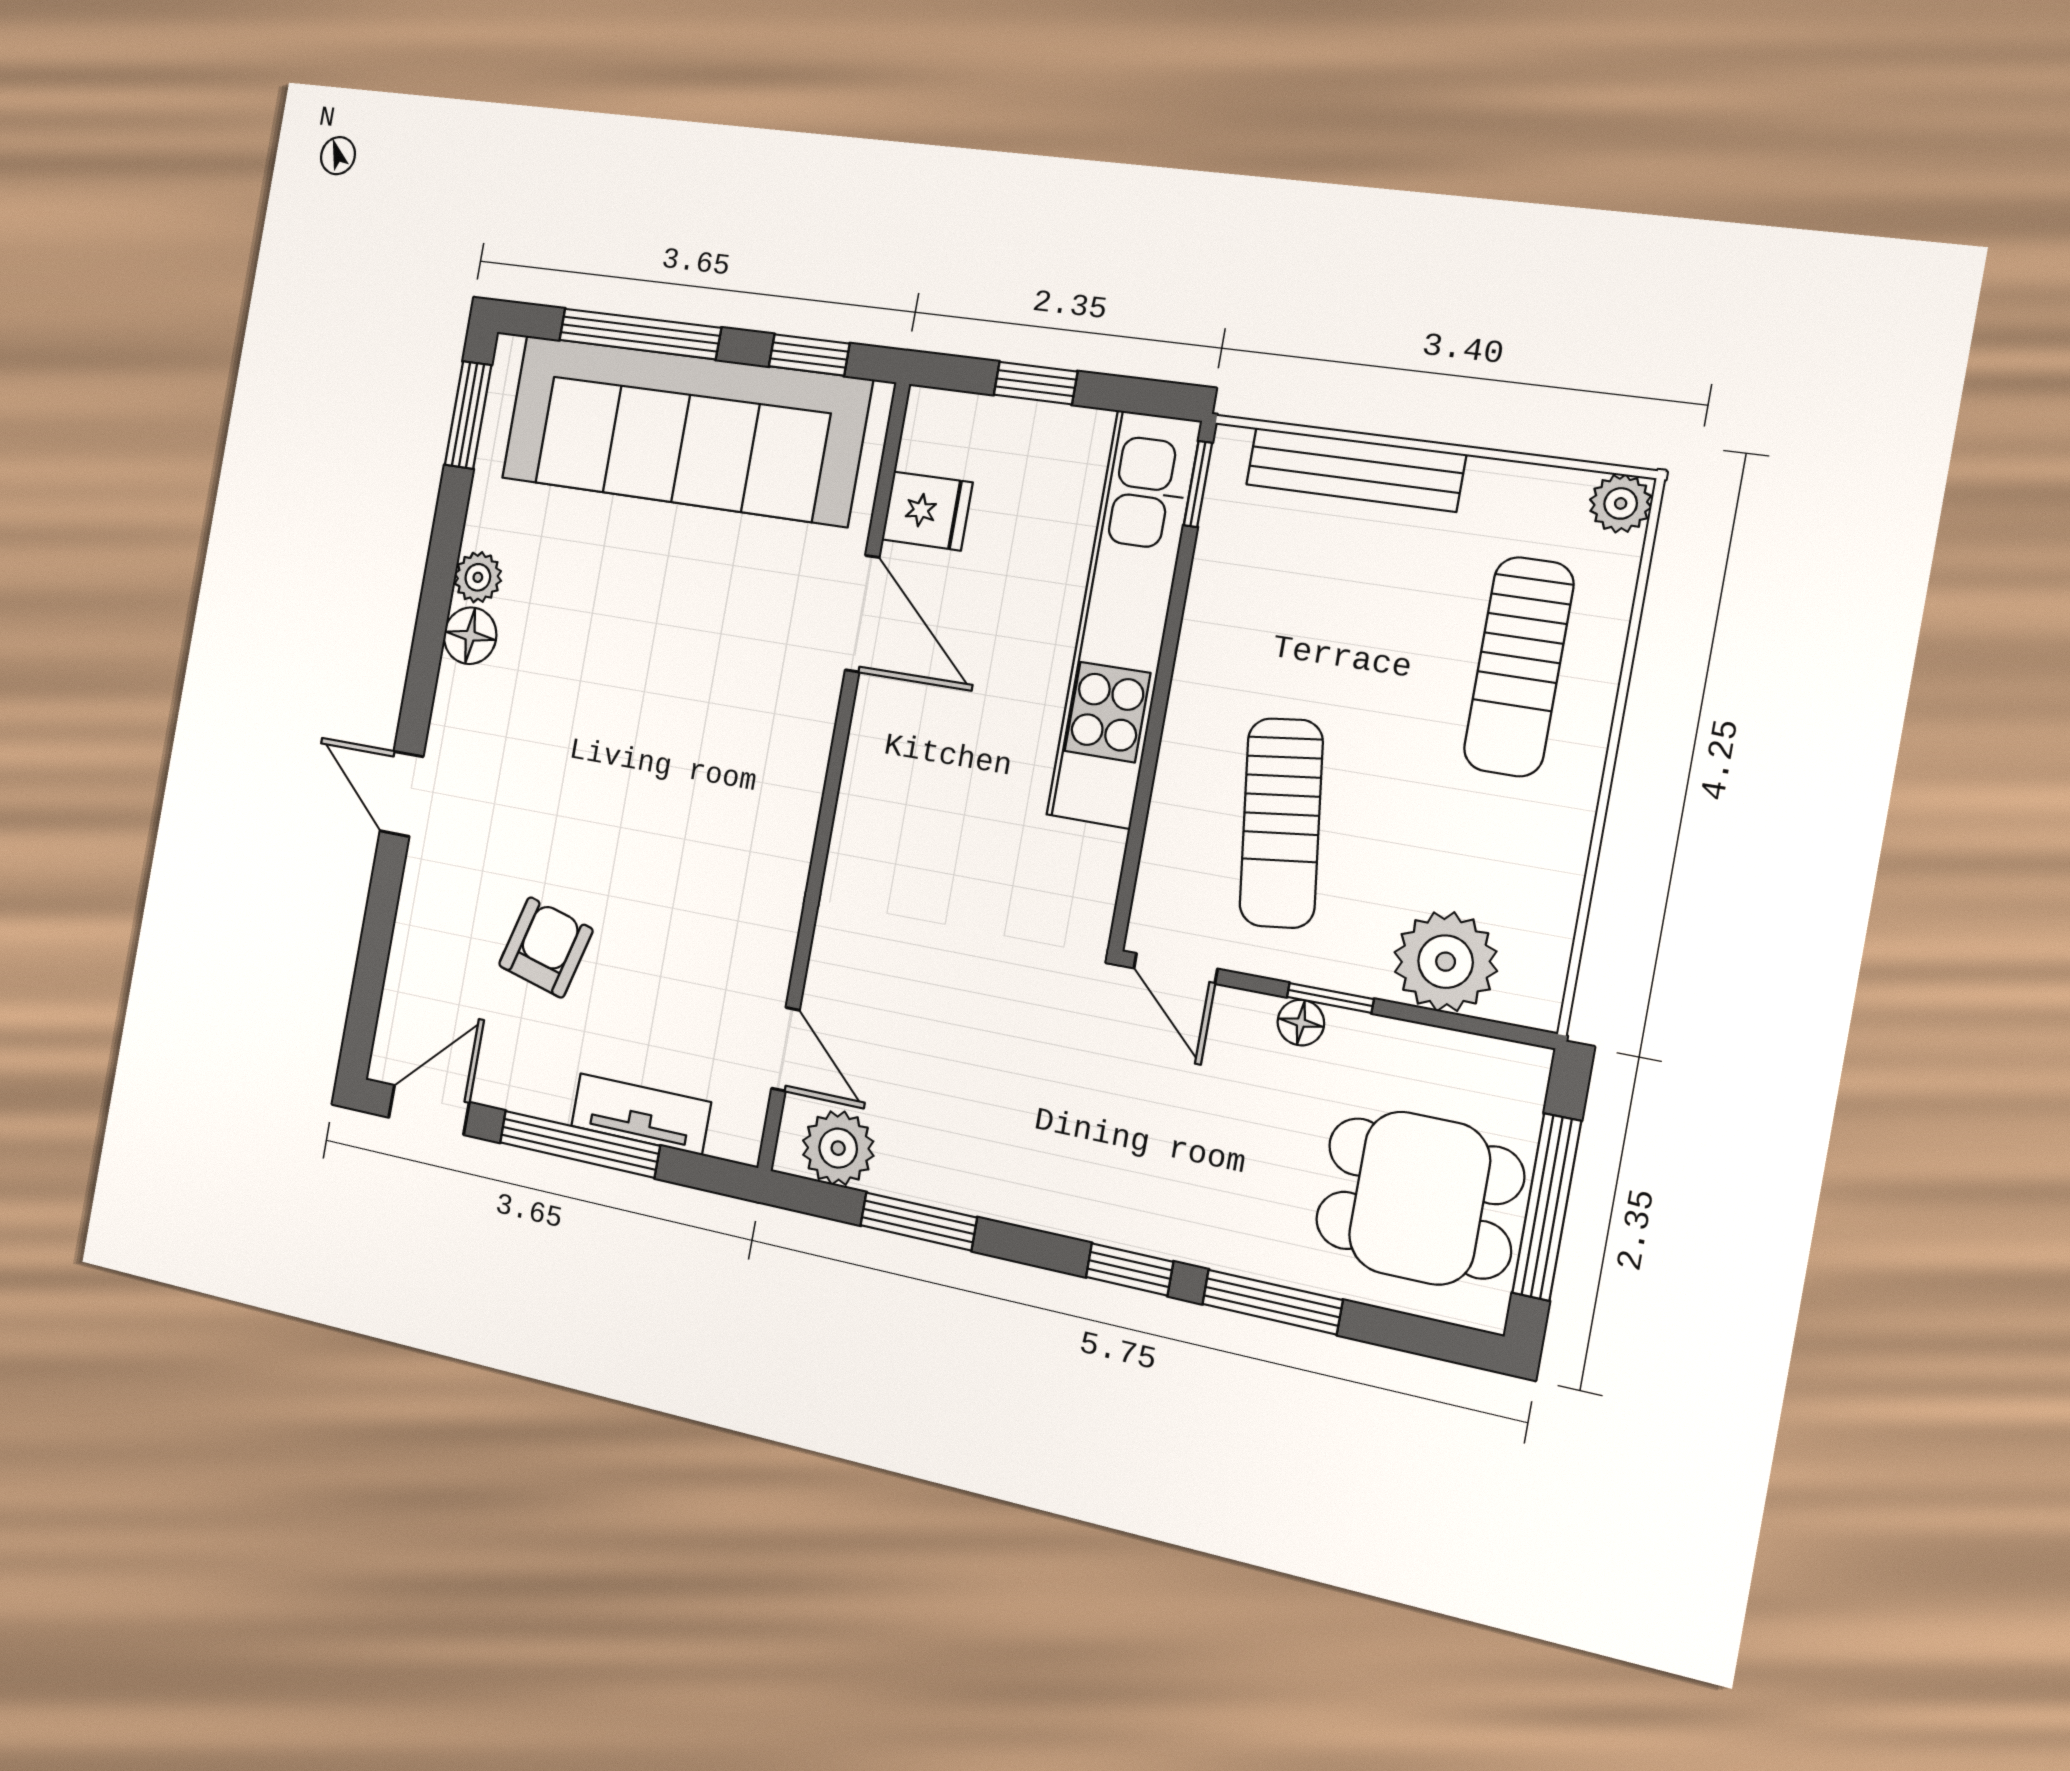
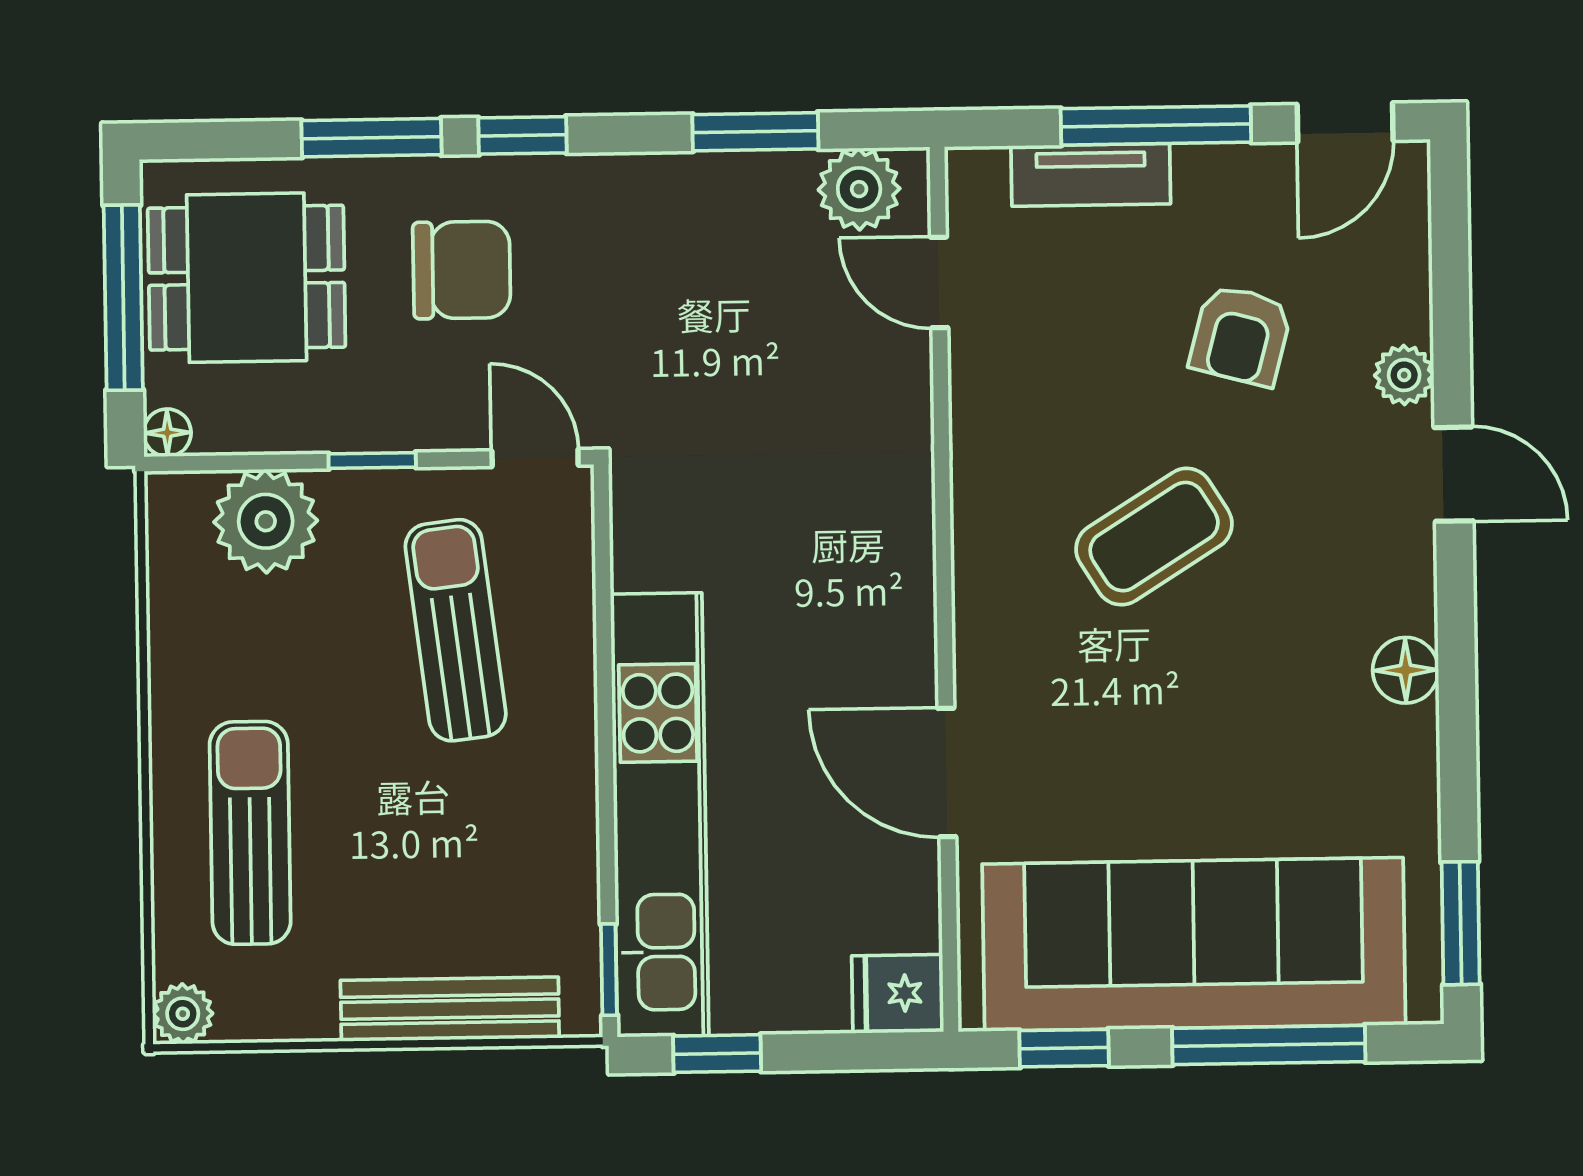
window: (1035, 383) -> (717, 1054), moved
fridge: (927, 511) -> (898, 993), moved
plant: (478, 577) -> (1404, 375), moved
coffee table: (649, 788) -> (1154, 537), added
floor lamp: (1301, 1023) -> (167, 433), moved
chair: (1210, 1158) -> (462, 270), added

